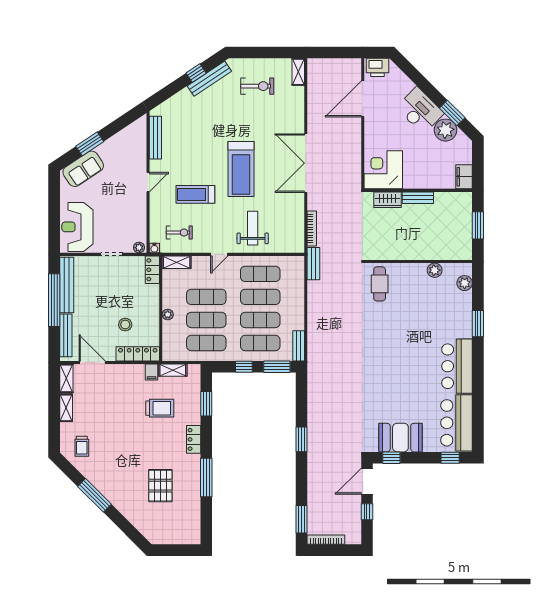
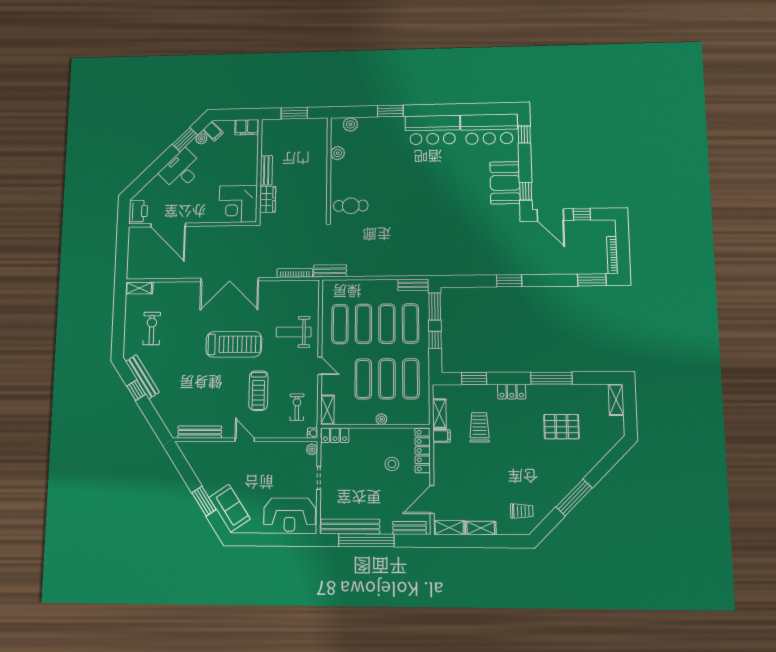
plant: (446, 130) -> (201, 139), width x0.53, depth x0.53
filing cabinet: (461, 142) -> (213, 131), added
bench: (66, 335) -> (410, 528), width x0.73
shelving: (186, 538) -> (616, 400), added

